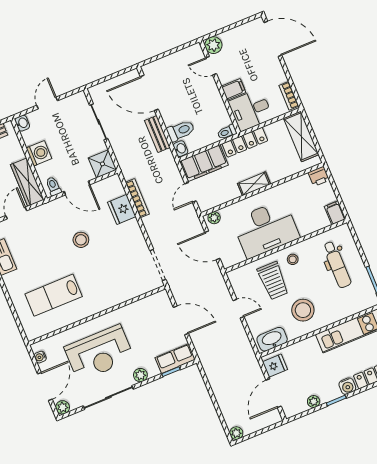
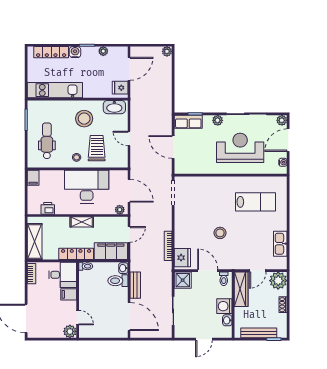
washbasin: (22, 123) -> (227, 320), moved
printer: (319, 176) -> (48, 208), moved
fridge: (122, 209) -> (182, 258), moved

